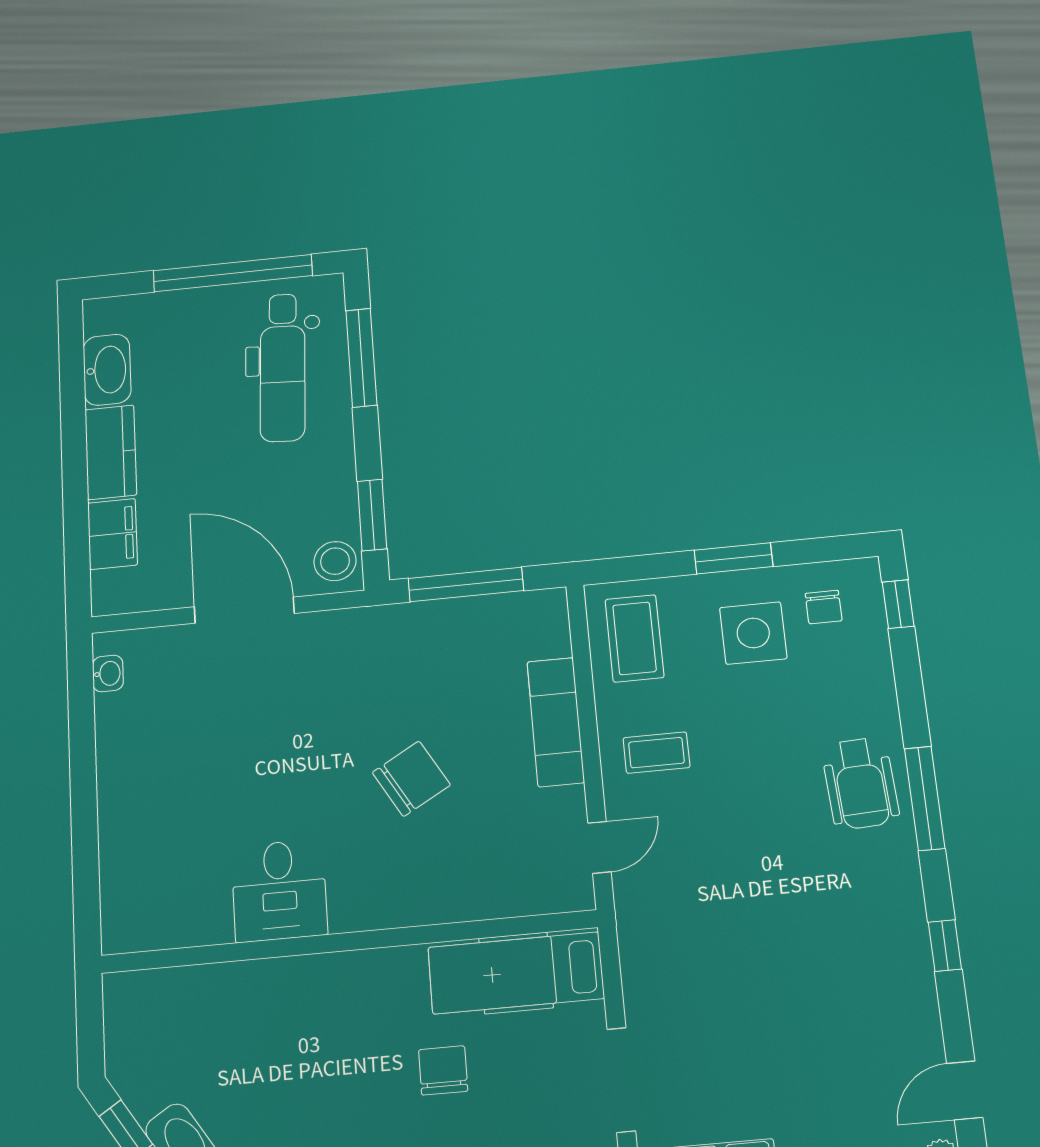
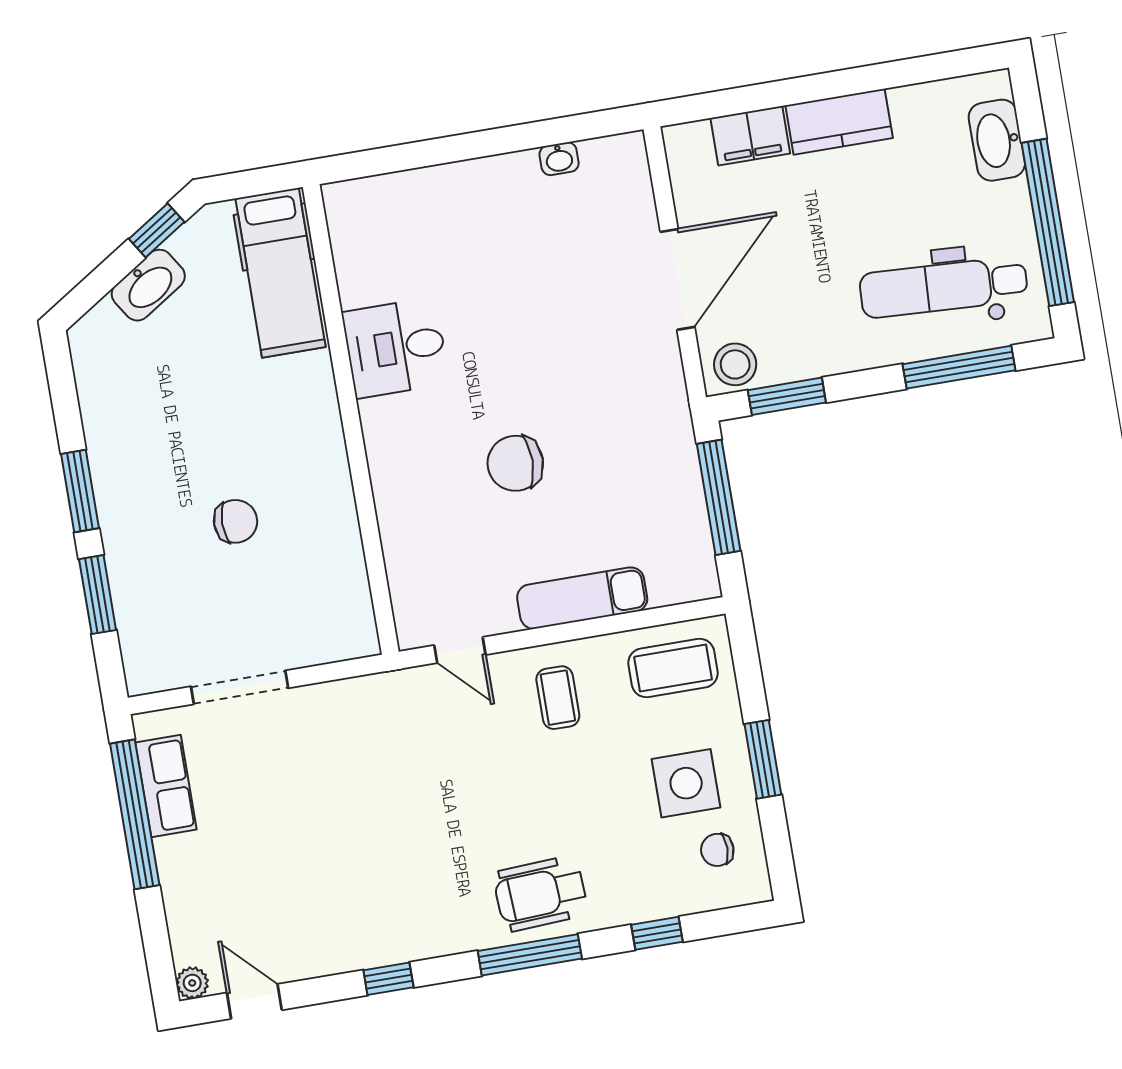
washbasin: (107, 370) -> (997, 140), moved, turned 90
window: (898, 604) -> (657, 933), moved
washbasin: (108, 673) -> (559, 159), moved
chair: (411, 779) -> (515, 463), turned 120
hospital bed: (516, 973) -> (280, 273), moved, turned 180

